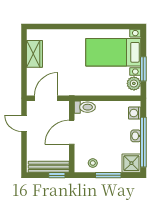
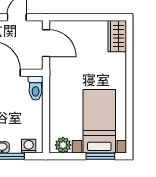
wardrobe: (34, 54) -> (117, 36), moved, turned 90
window: (143, 69) -> (100, 156), moved

